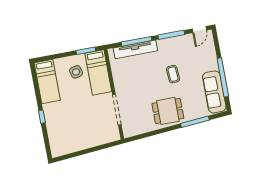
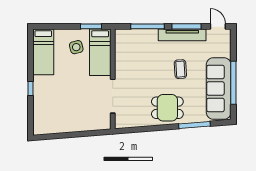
door: (199, 30) -> (218, 26), swing flipped
tv unit: (135, 49) -> (182, 35), moved
sofa: (214, 92) -> (219, 88), width x1.36, depth x1.27

